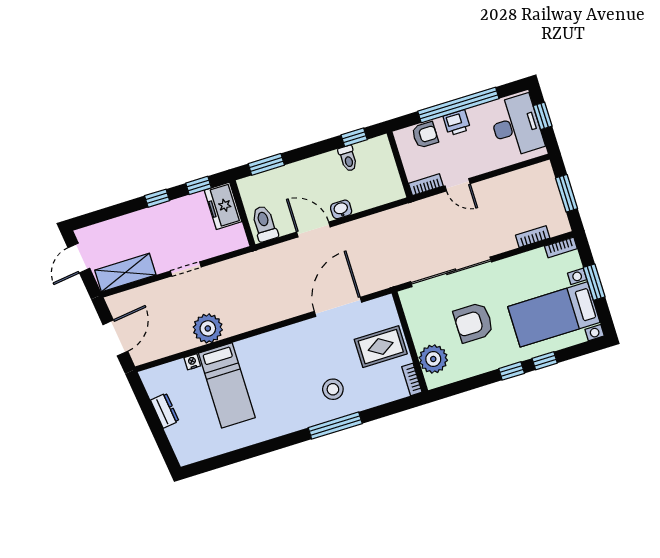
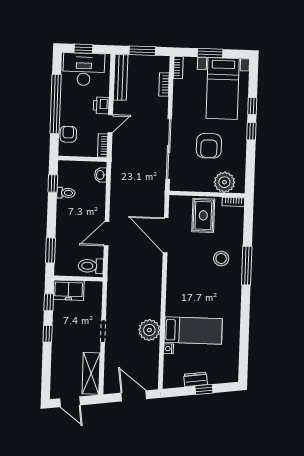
printer: (457, 123) -> (101, 105), moved, turned 180
bench: (522, 177) -> (121, 77), added
washbasin: (341, 209) -> (101, 175), moved
window: (155, 426) -> (204, 389), added

